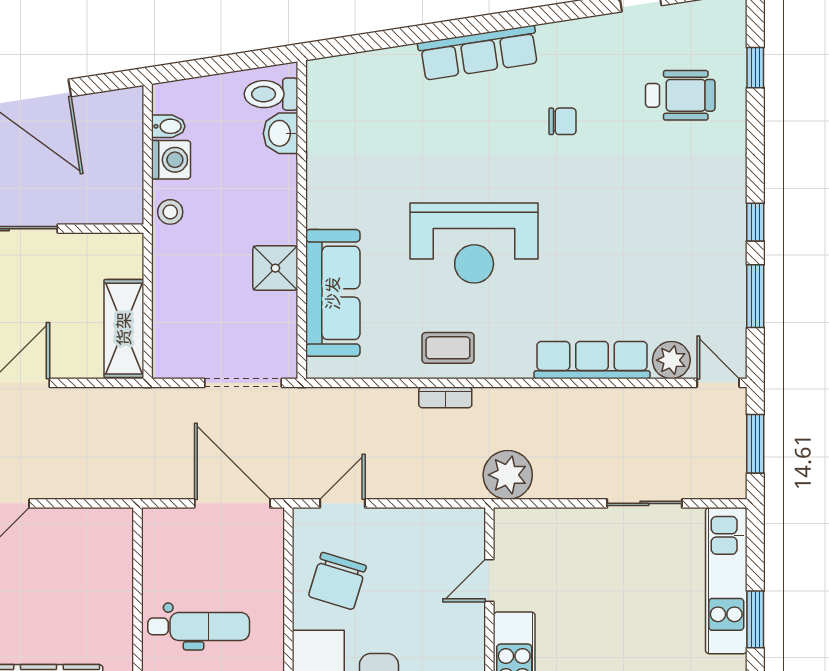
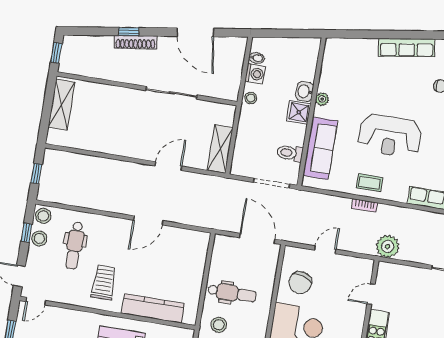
toilet: (271, 94) -> (290, 153), moved
washbasin: (280, 133) -> (305, 91), moved
plant: (320, 189) -> (322, 99), added
shower: (275, 268) -> (299, 112), moved
door: (342, 503) -> (325, 250), moved

